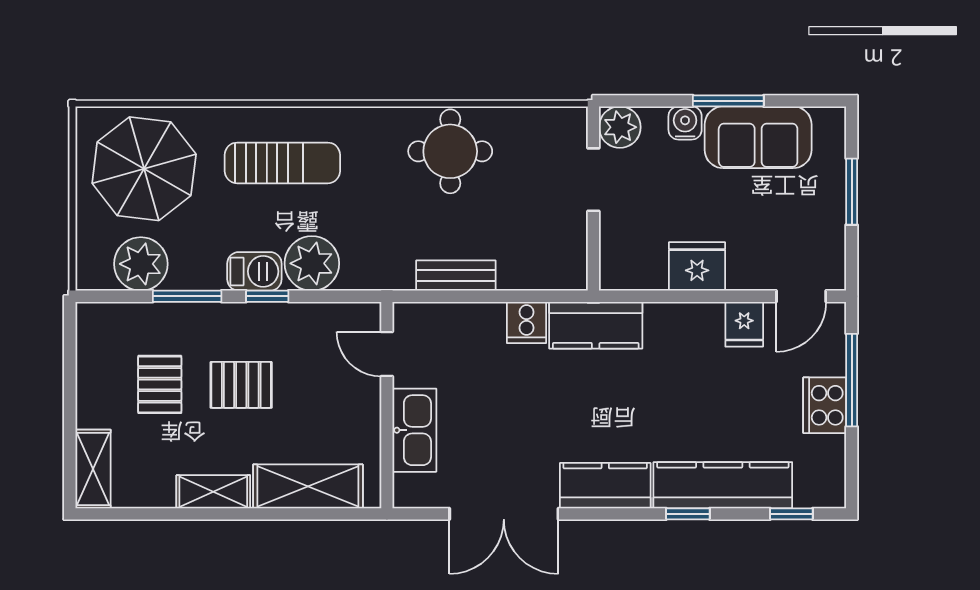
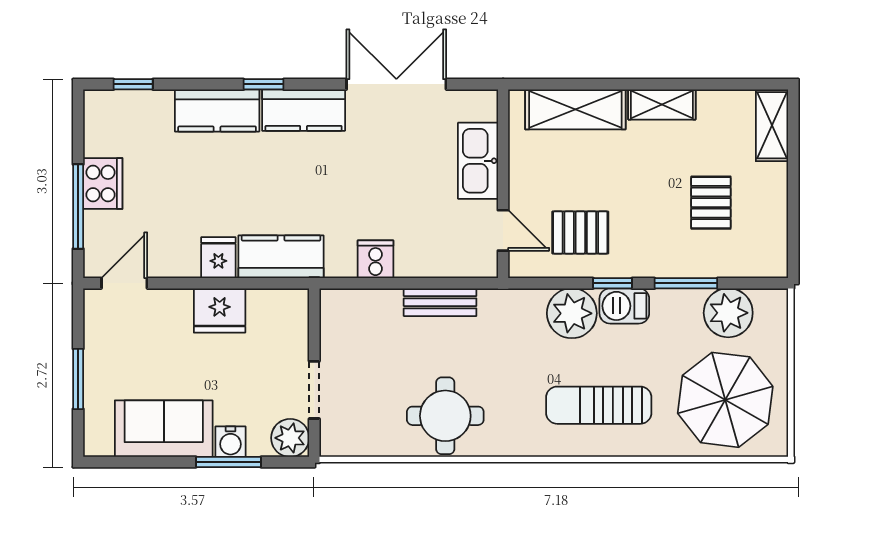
window: (728, 101) -> (229, 462), moved
fridge: (744, 324) -> (218, 258), moved
kitchen counter: (596, 325) -> (281, 257), moved
pallet: (241, 385) -> (580, 232), moved
kitchen counter: (723, 485) -> (217, 110), width x0.67
window: (688, 514) -> (264, 84), moved

